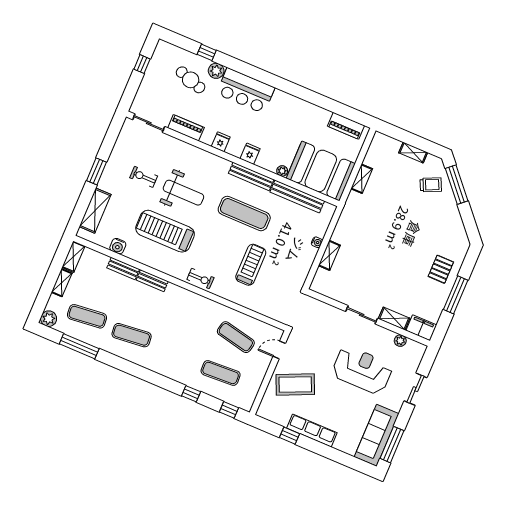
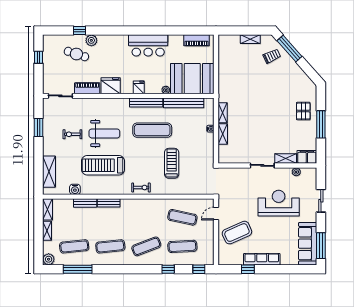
bar counter: (246, 91) -> (148, 45), moved
fridge: (221, 142) -> (111, 86), width x1.88, depth x1.34
window: (96, 171) -> (39, 127), moved
shelving: (362, 179) -> (223, 113), moved
exercise mat: (176, 354) -> (146, 246), added

